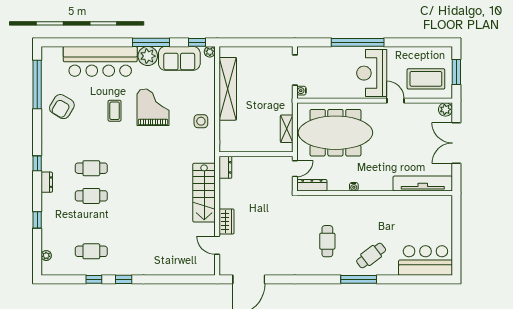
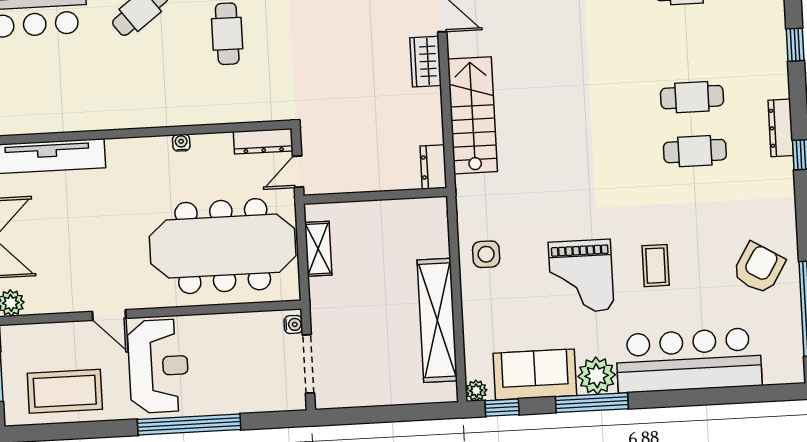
coffee table: (426, 79) -> (65, 391), moved
dresser: (47, 182) -> (781, 128), width x1.44

